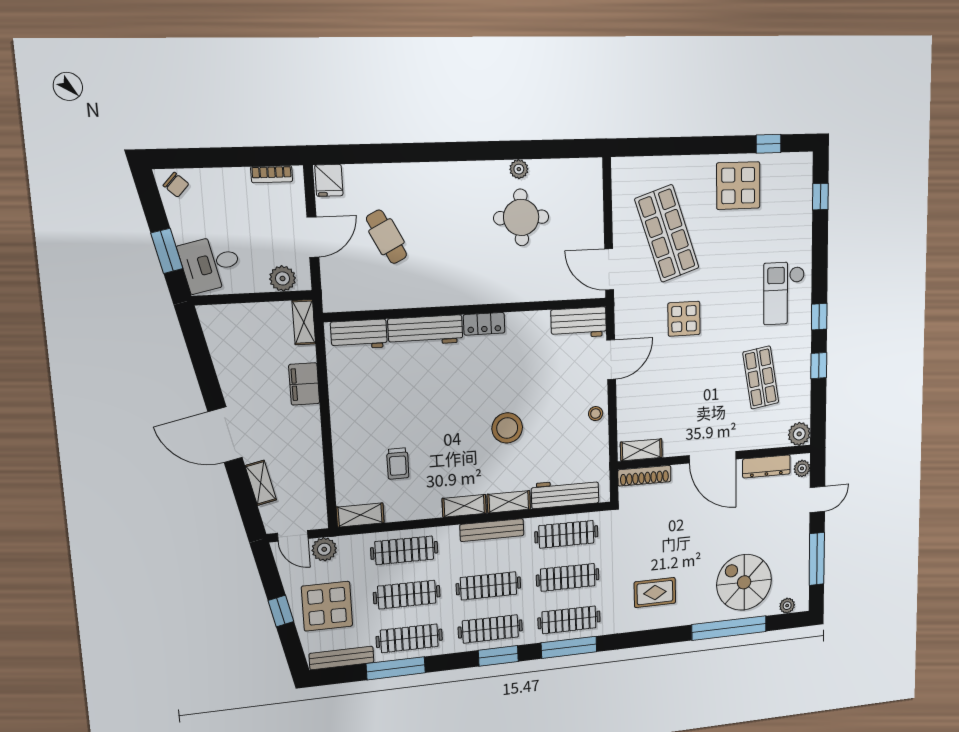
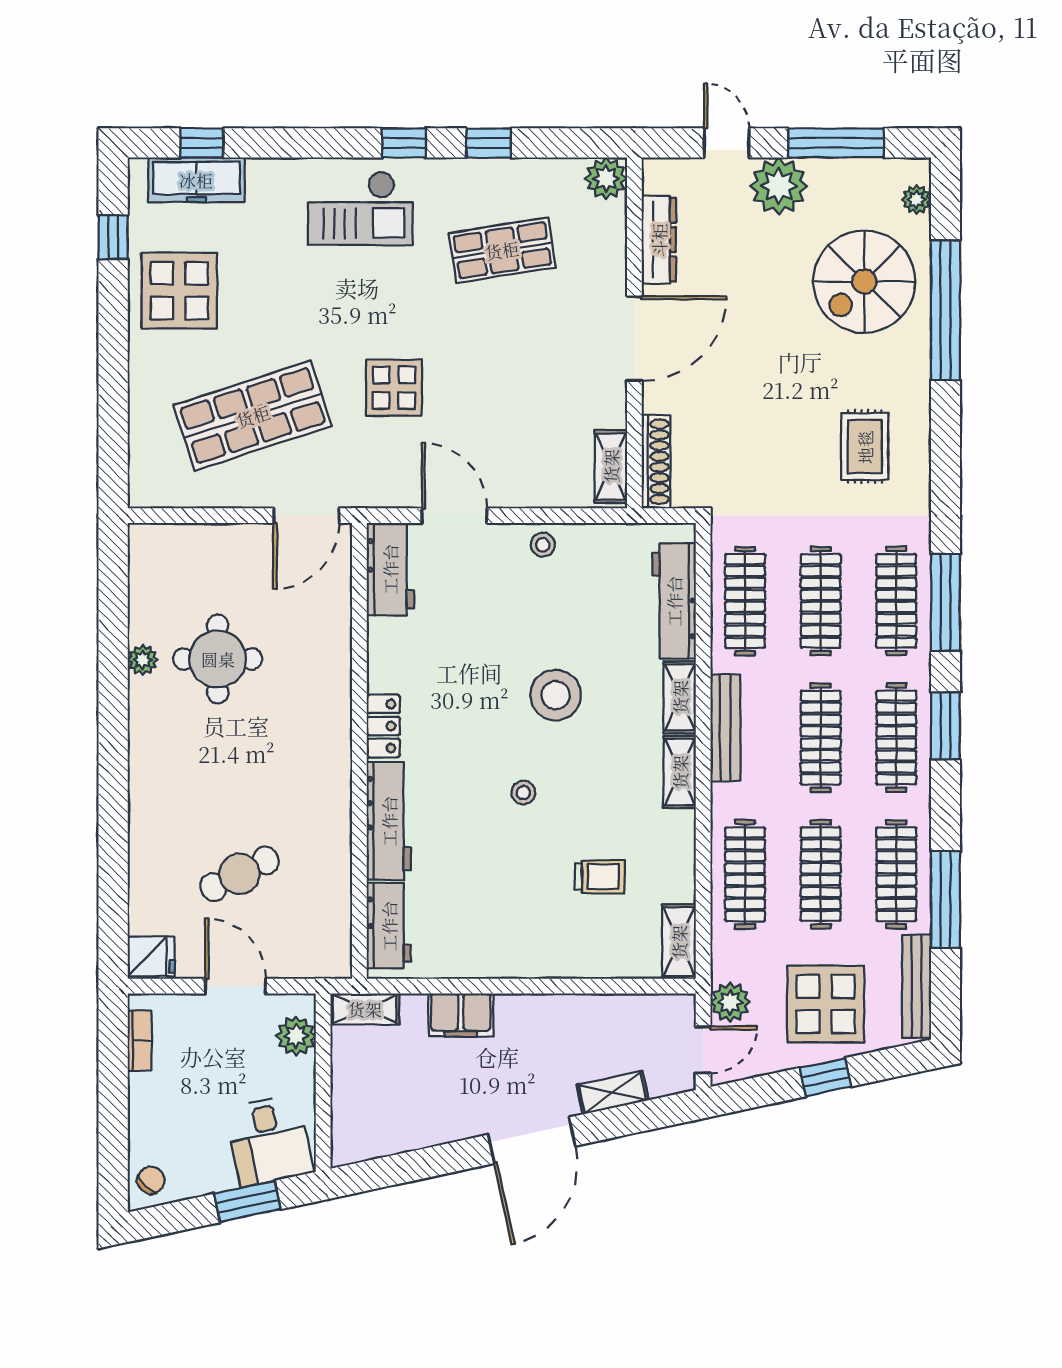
freezer: (800, 194) -> (196, 180), added
stool: (447, 413) -> (523, 793), added
plant: (802, 468) -> (779, 186), moved, width x1.87, depth x1.87

